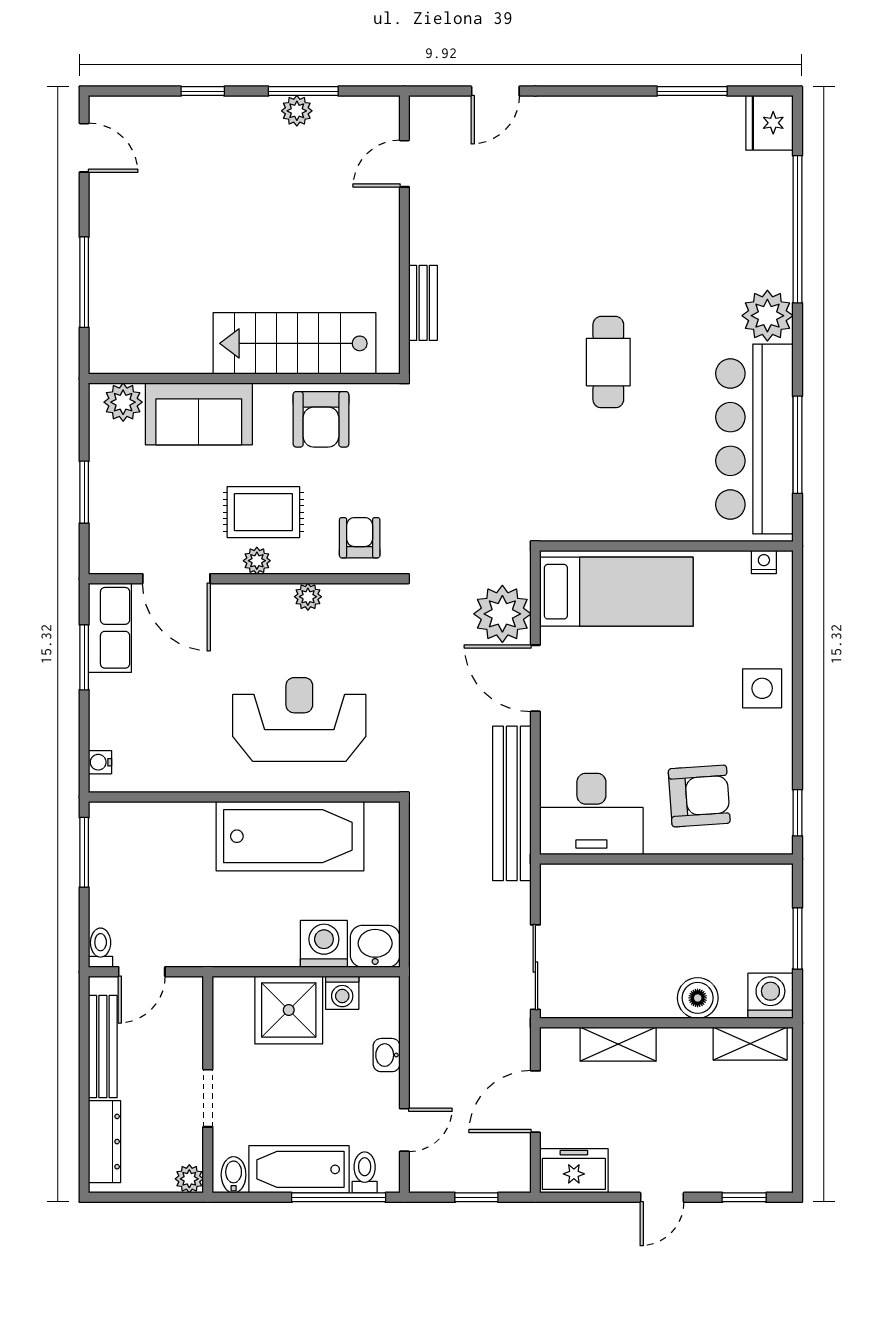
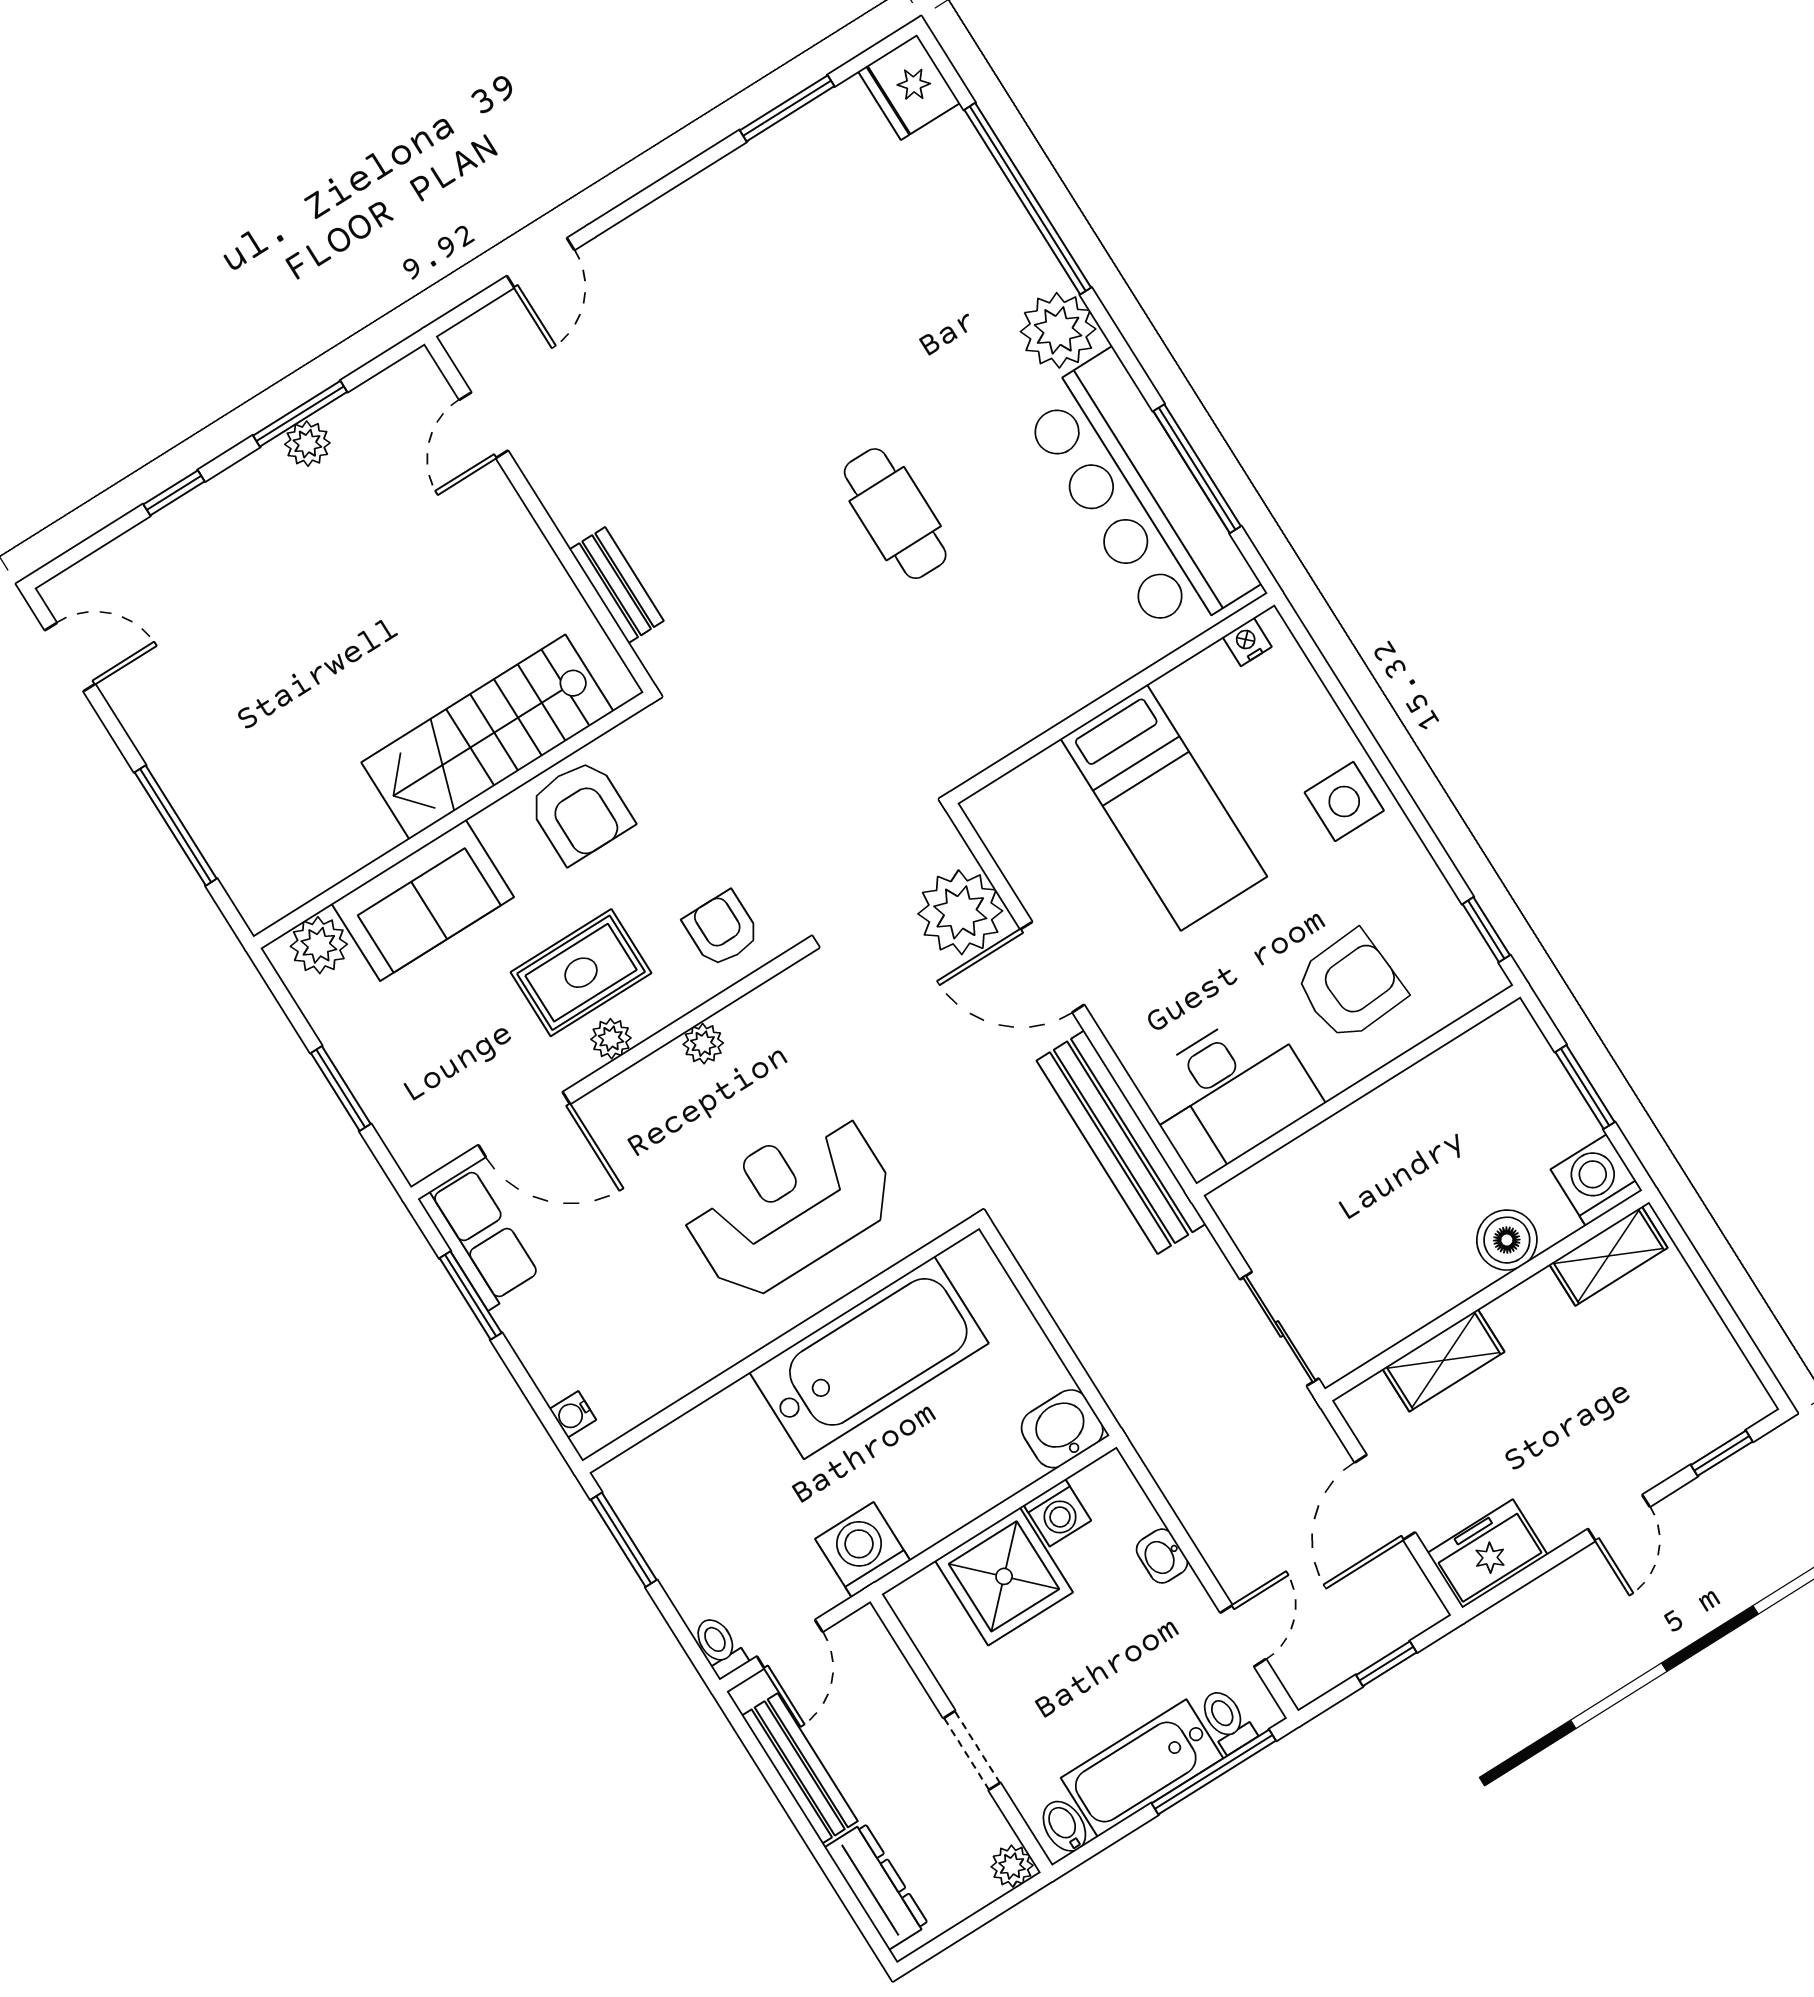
bed: (616, 592) -> (1164, 808), moved, turned 90
washing machine: (324, 944) -> (863, 1550), moved

